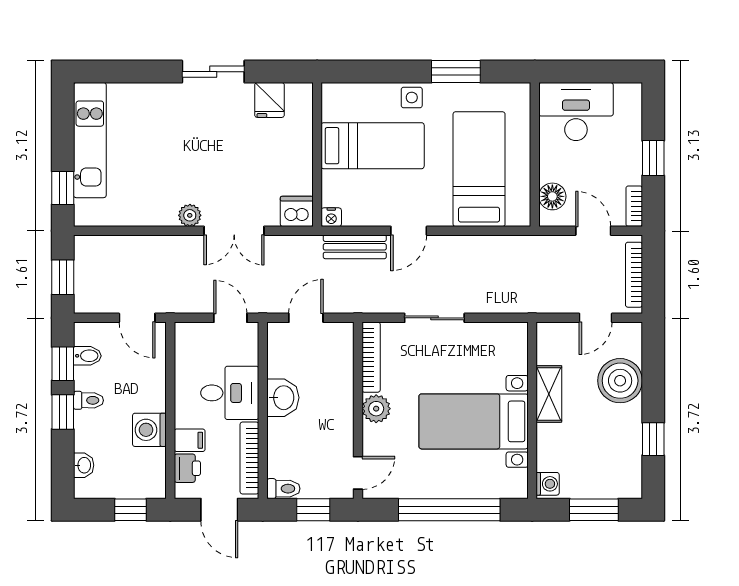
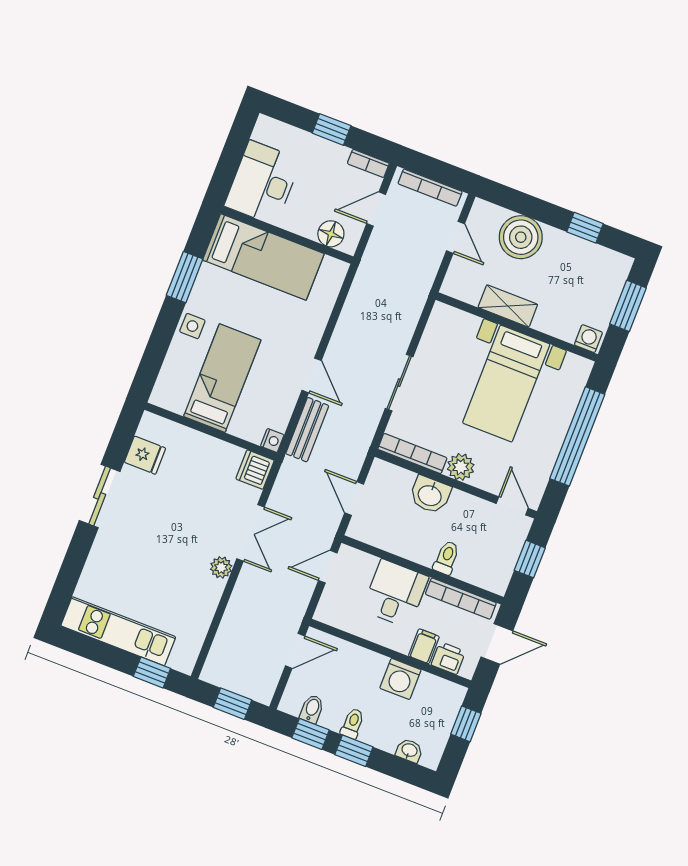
bed: (479, 169) -> (263, 257), moved, turned 180
washbasin: (283, 398) -> (430, 495), moved, turned 180
toilet: (283, 489) -> (446, 558), moved

